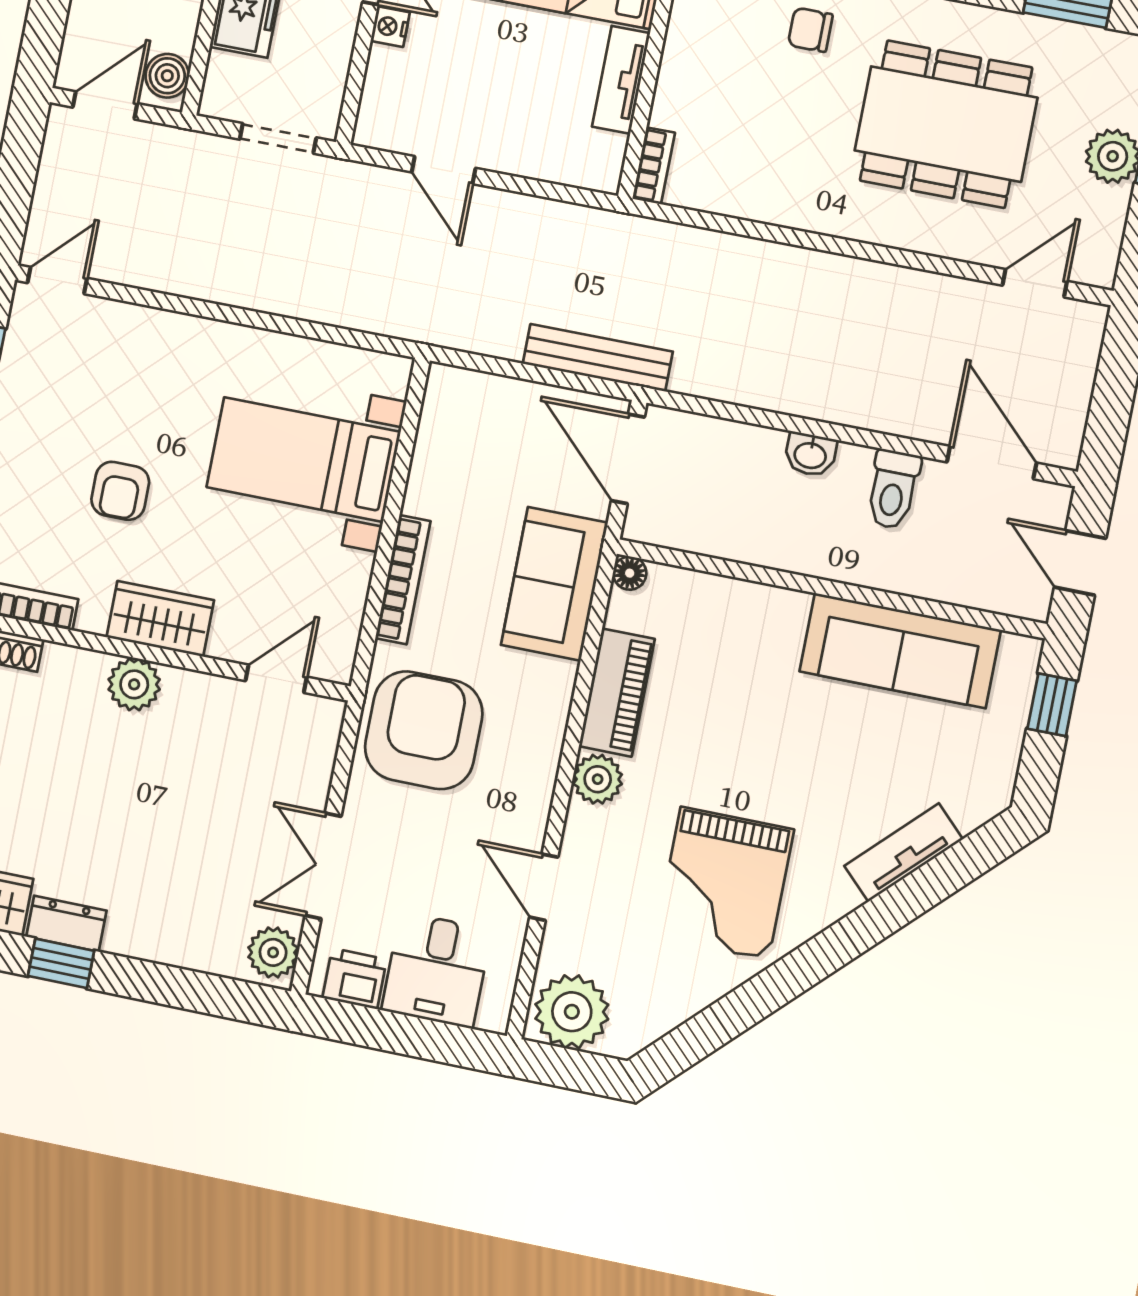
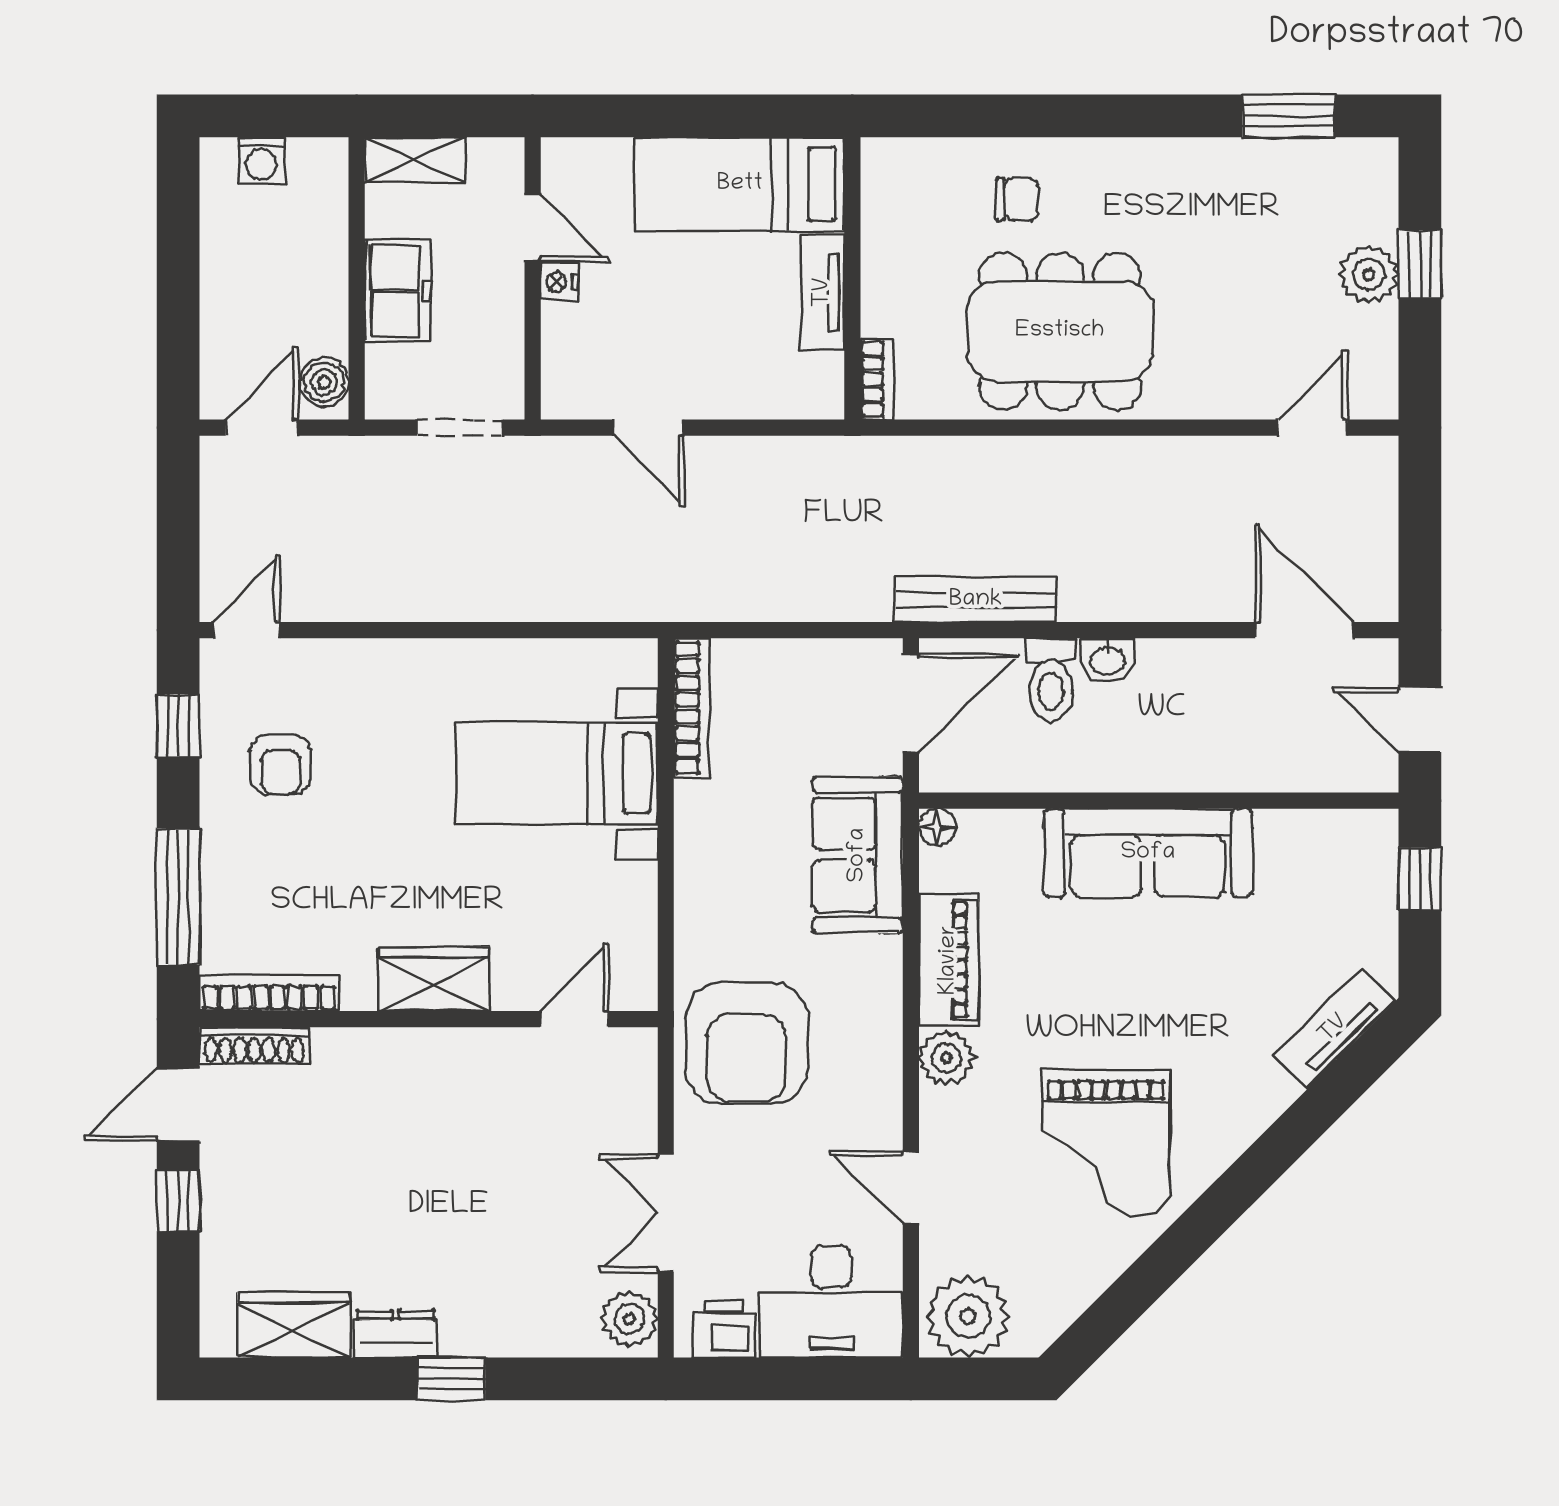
chair: (810, 30) -> (1017, 199), turned 180
dining table: (946, 124) -> (1060, 331), moved
bench: (598, 358) -> (976, 600), moved
door: (628, 459) -> (911, 703), swing flipped
toilet: (893, 489) -> (1051, 680), moved
armchair: (120, 491) -> (281, 764), moved
bookcase: (403, 580) -> (692, 708), moved
sofa: (900, 651) -> (1148, 853), moved
plant: (134, 684) -> (419, 1057), removed
armchair: (424, 730) -> (747, 1043), turned 180
tv unit: (904, 853) -> (1334, 1029), moved
window: (61, 963) -> (451, 1379), moved
desk: (436, 970) -> (831, 1301), width x1.37

